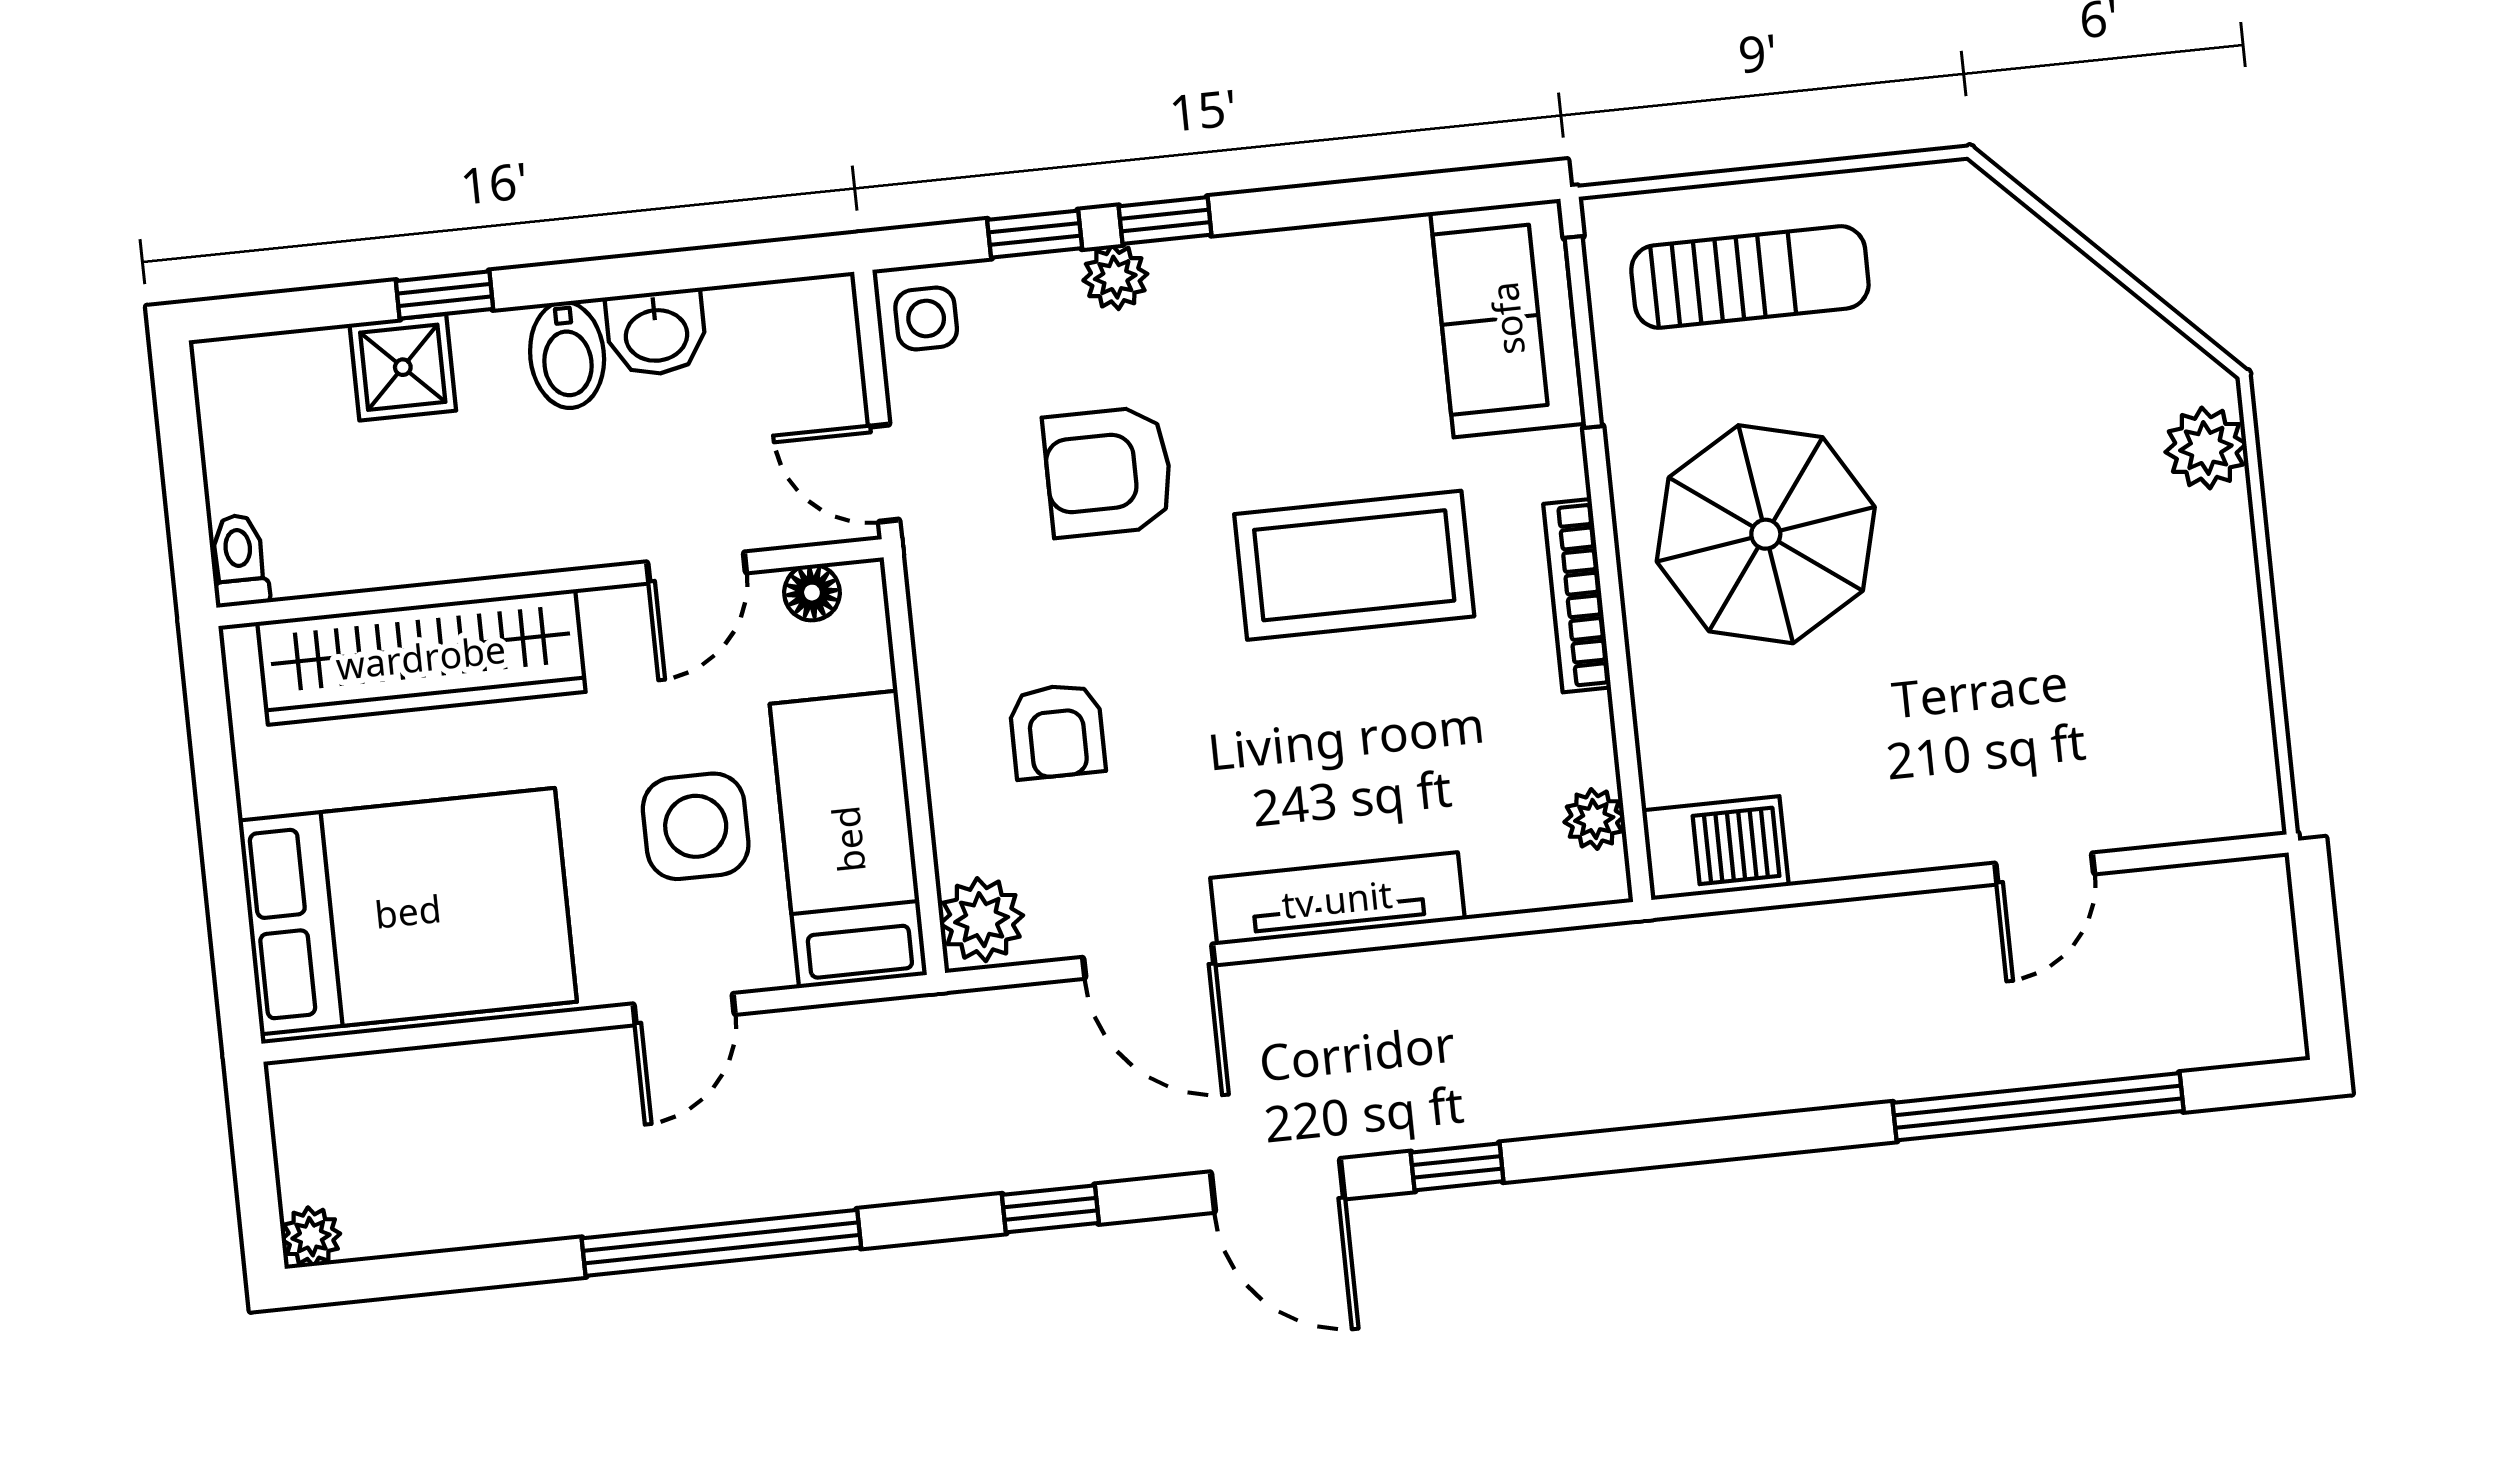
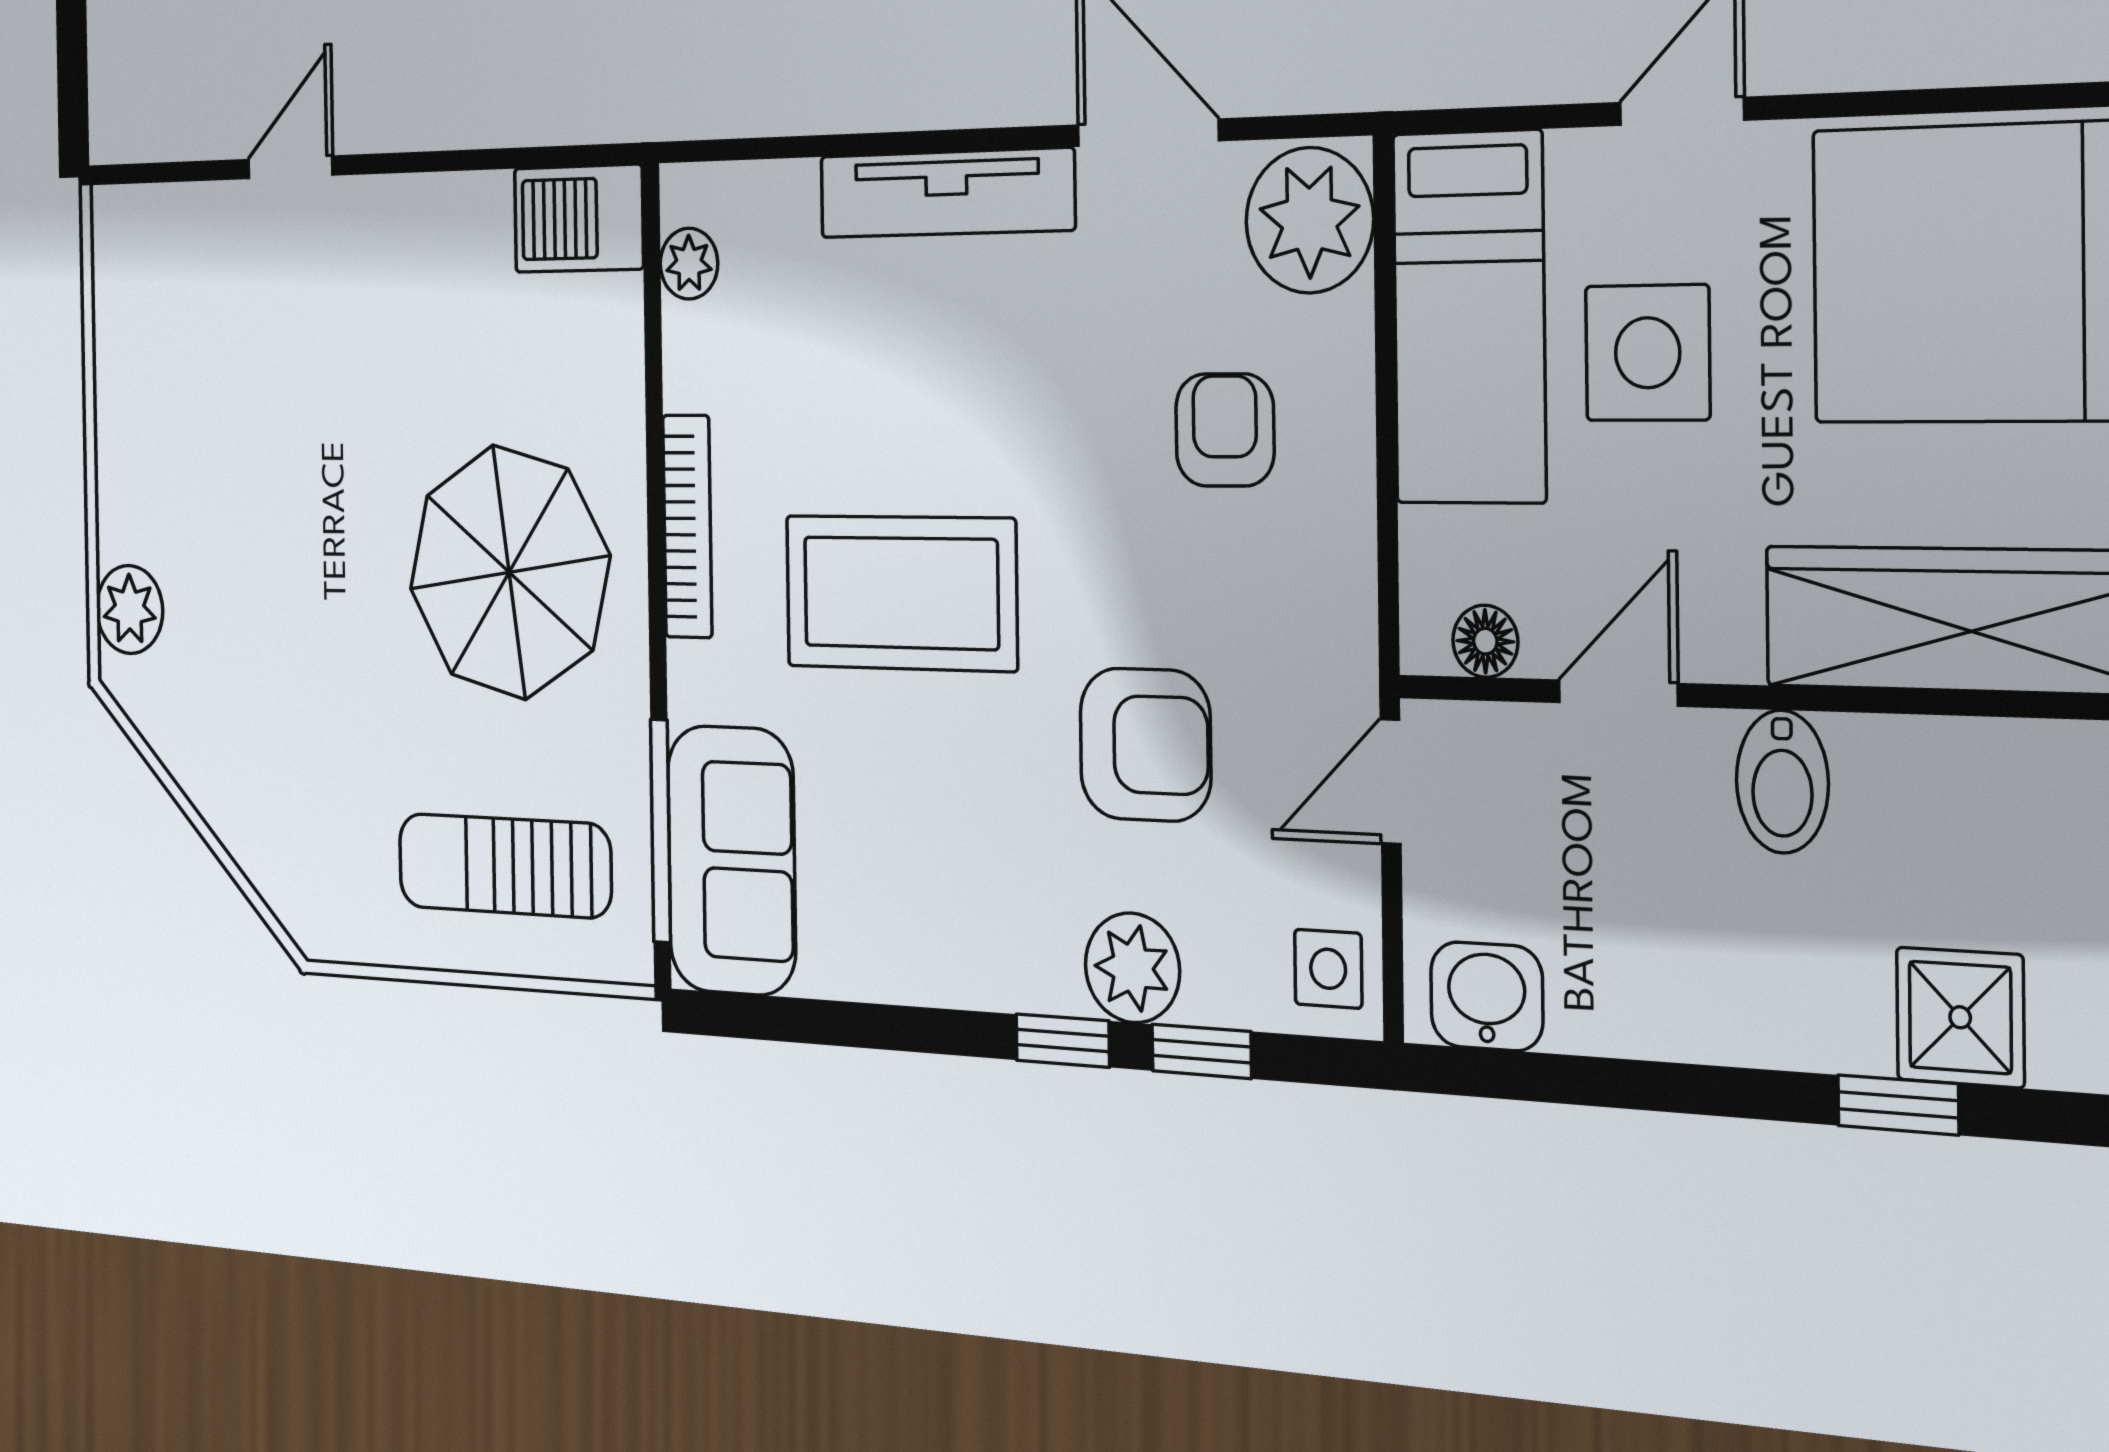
plant: (1115, 277) -> (1132, 968), width x1.38, depth x1.38
washbasin: (656, 333) -> (1487, 996), moved
bidet: (567, 355) -> (1782, 782), moved, turned 180
door: (884, 473) -> (1391, 782), swing flipped
plant: (982, 920) -> (1309, 220), width x1.36, depth x1.36

